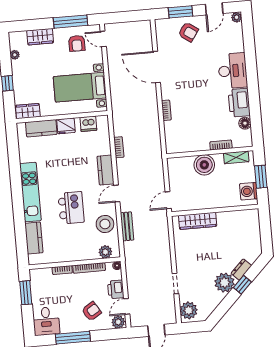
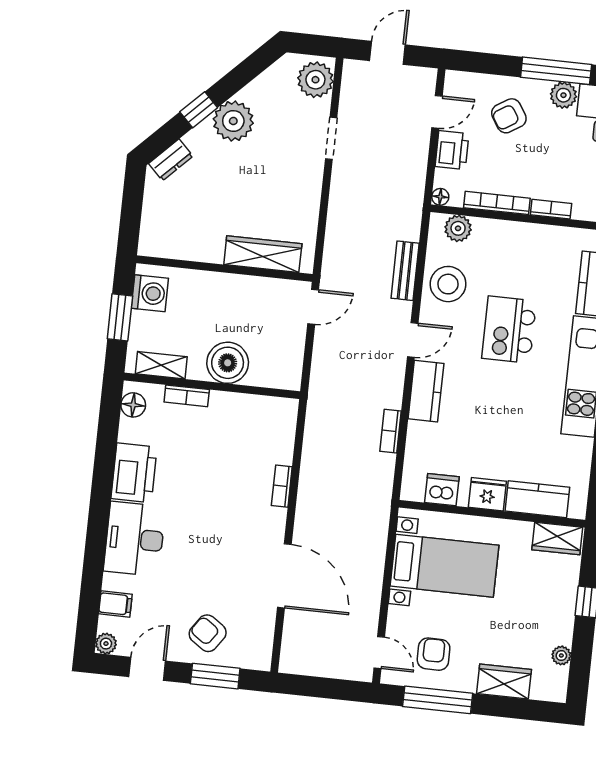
filing cabinet: (236, 37) -> (115, 604), added
floor lamp: (245, 123) -> (133, 405), moved
dresser: (241, 270) -> (171, 160), moved
plant: (118, 322) -> (563, 95), moved

